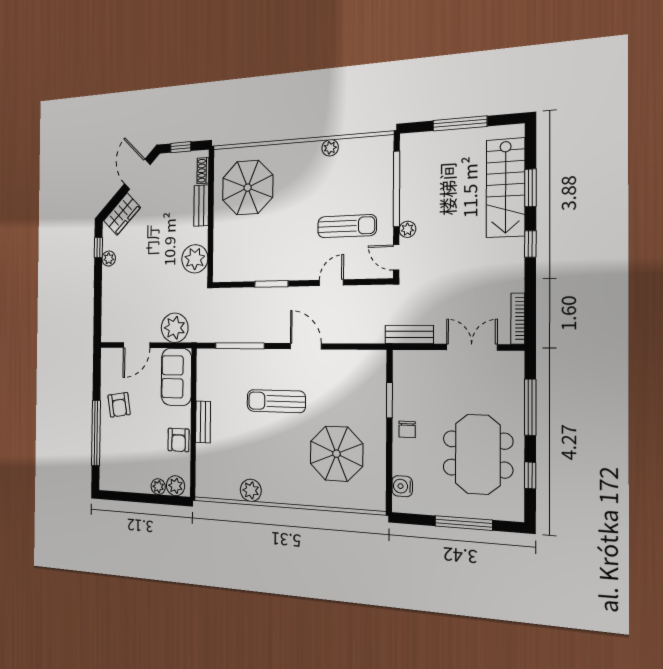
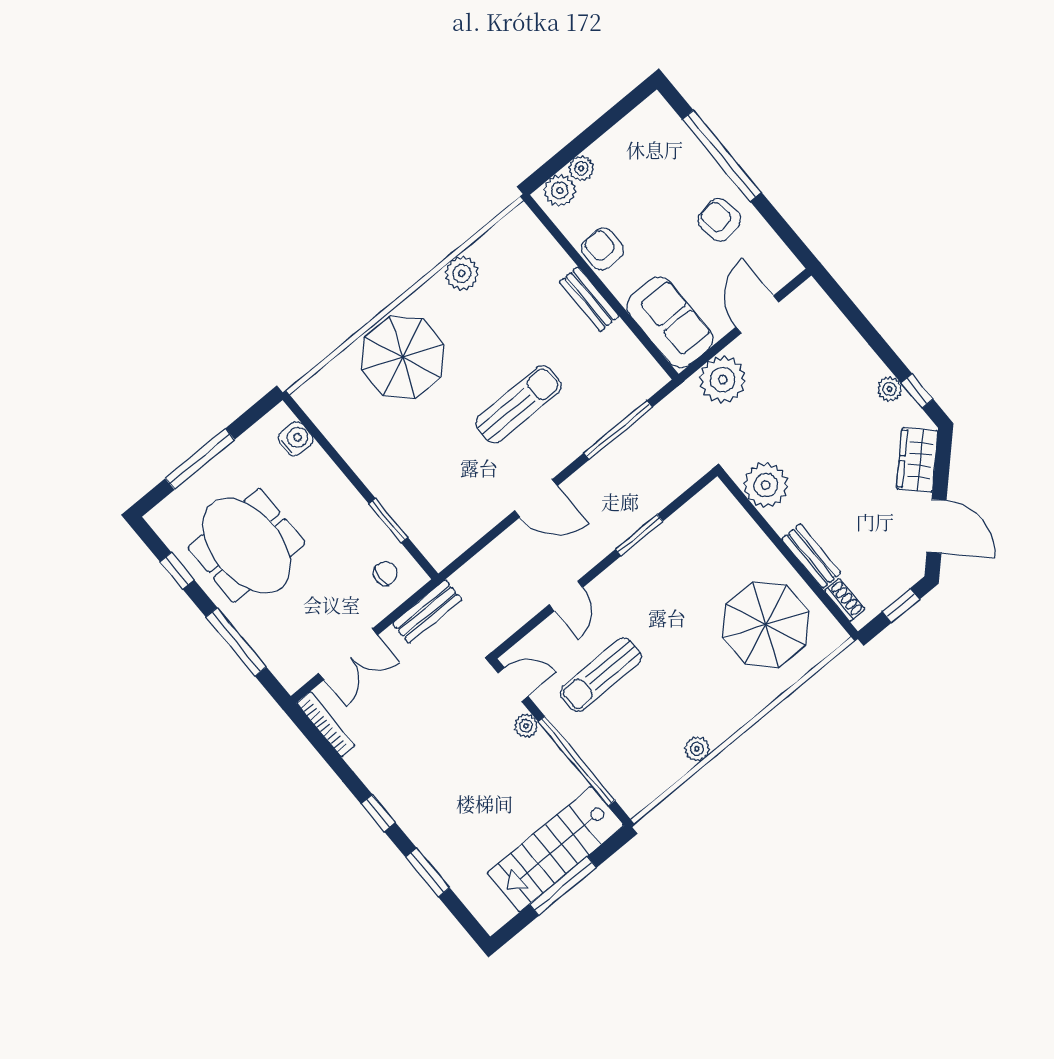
stairs: (506, 188) -> (556, 849), moved, turned -90
chair: (407, 429) -> (385, 573), moved, turned 90
parasol: (336, 454) -> (403, 357), moved

